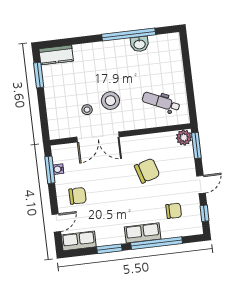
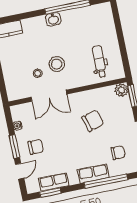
washbasin: (140, 44) -> (53, 19), moved
dental chair: (161, 102) -> (100, 62), turned 66
window: (50, 170) -> (15, 146), moved
row of seats: (79, 241) -> (54, 182), moved
window: (109, 249) -> (50, 193), moved

